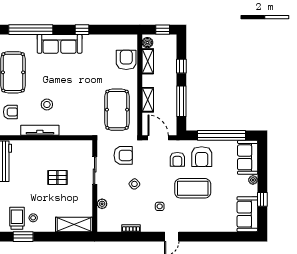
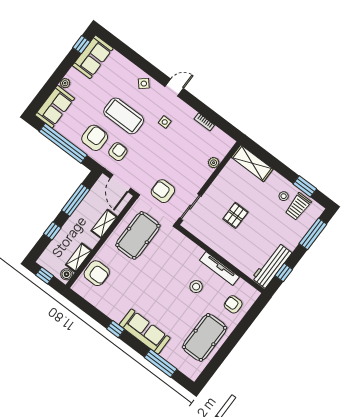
window: (31, 30) -> (161, 363), width x0.68
armchair: (126, 60) -> (97, 273), turned -90
sliding door: (95, 171) -> (190, 207), moved
pallet: (57, 178) -> (235, 215), turned 90
side table: (134, 184) -> (144, 84), moved
window: (262, 199) -> (81, 45), moved

